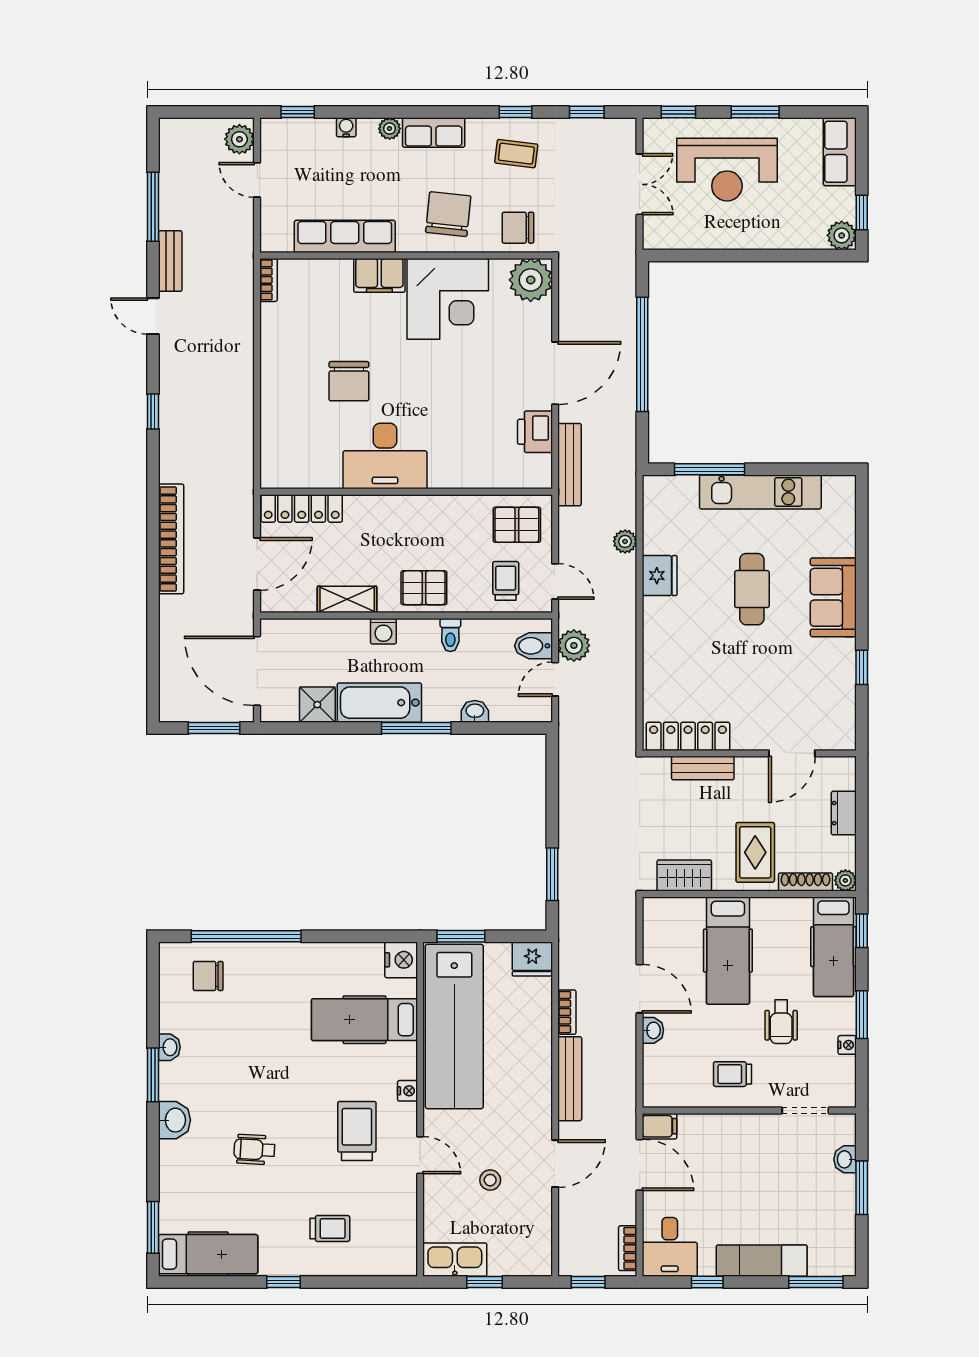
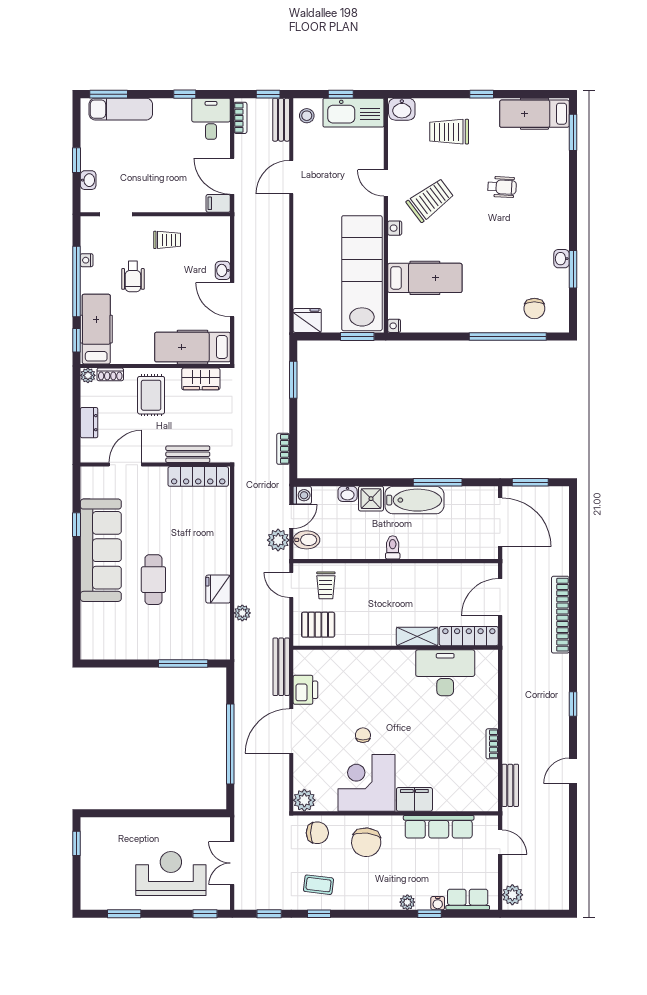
window: (298, 112) -> (429, 914), moved
window: (755, 112) -> (124, 914), moved
row of seats: (434, 133) -> (468, 899), moved
row of seats: (840, 152) -> (92, 886), removed
door: (257, 180) -> (500, 842), moved
window: (153, 207) -> (573, 847), removed
plant: (842, 235) -> (91, 827), removed
bench: (170, 261) -> (510, 785), moved
bookcase: (268, 280) -> (492, 744), moved
plant: (531, 280) -> (304, 800), width x0.73, depth x0.73
door: (153, 316) -> (573, 771), swing flipped
chair: (349, 381) -> (363, 735), moved, width x0.54, depth x0.54
desk: (385, 456) -> (445, 673), moved
kitchen unit: (760, 492) -> (147, 648), removed
pallet: (424, 588) -> (383, 581), removed
sofa: (833, 597) -> (101, 550), width x1.85, depth x1.27
shelving: (347, 599) -> (417, 636), moved
washing machine: (383, 631) -> (302, 495), moved, turned 90
toilet: (450, 635) -> (393, 547), moved
shower: (317, 705) -> (371, 499), moved
window: (416, 728) -> (438, 482), moved
shoe rack: (805, 882) -> (110, 374), width x0.70
hospital bed: (728, 951) -> (193, 347), moved, turned -90
nightstand: (401, 960) -> (394, 326), width x0.53, depth x0.56
chair: (208, 976) -> (534, 309), turned 90
bookcase: (567, 1012) -> (283, 449), moved
window: (862, 1015) -> (77, 281), width x2.11
wheelchair: (781, 1022) -> (133, 276), turned 180
window: (153, 1075) -> (573, 269), moved
bench: (570, 1079) -> (281, 120), moved, width x0.73
washbasin: (174, 1120) -> (402, 109), moved, turned -90
trolley: (357, 1131) -> (430, 200), turned -127
stool: (490, 1180) -> (307, 116), moved
window: (862, 1188) -> (77, 160), width x0.67
trolley: (330, 1229) -> (449, 132), width x1.36, depth x1.39
kitchen sink: (455, 1260) -> (353, 113), width x1.36, depth x1.24
exam couch: (762, 1261) -> (121, 109), moved

